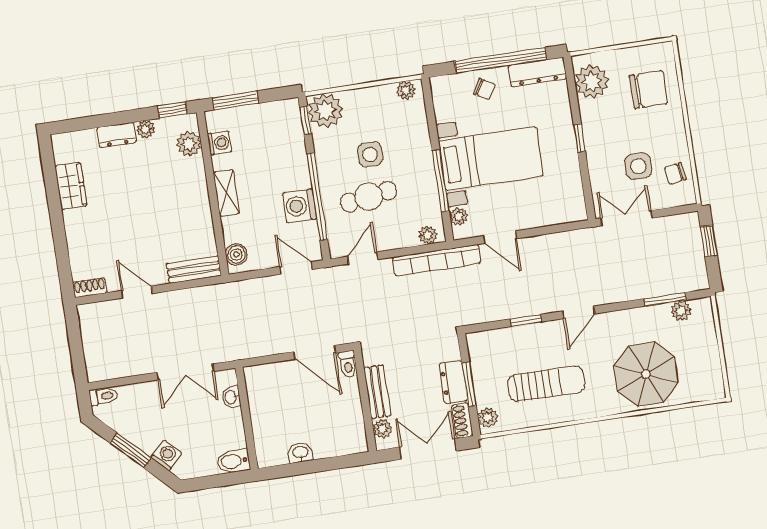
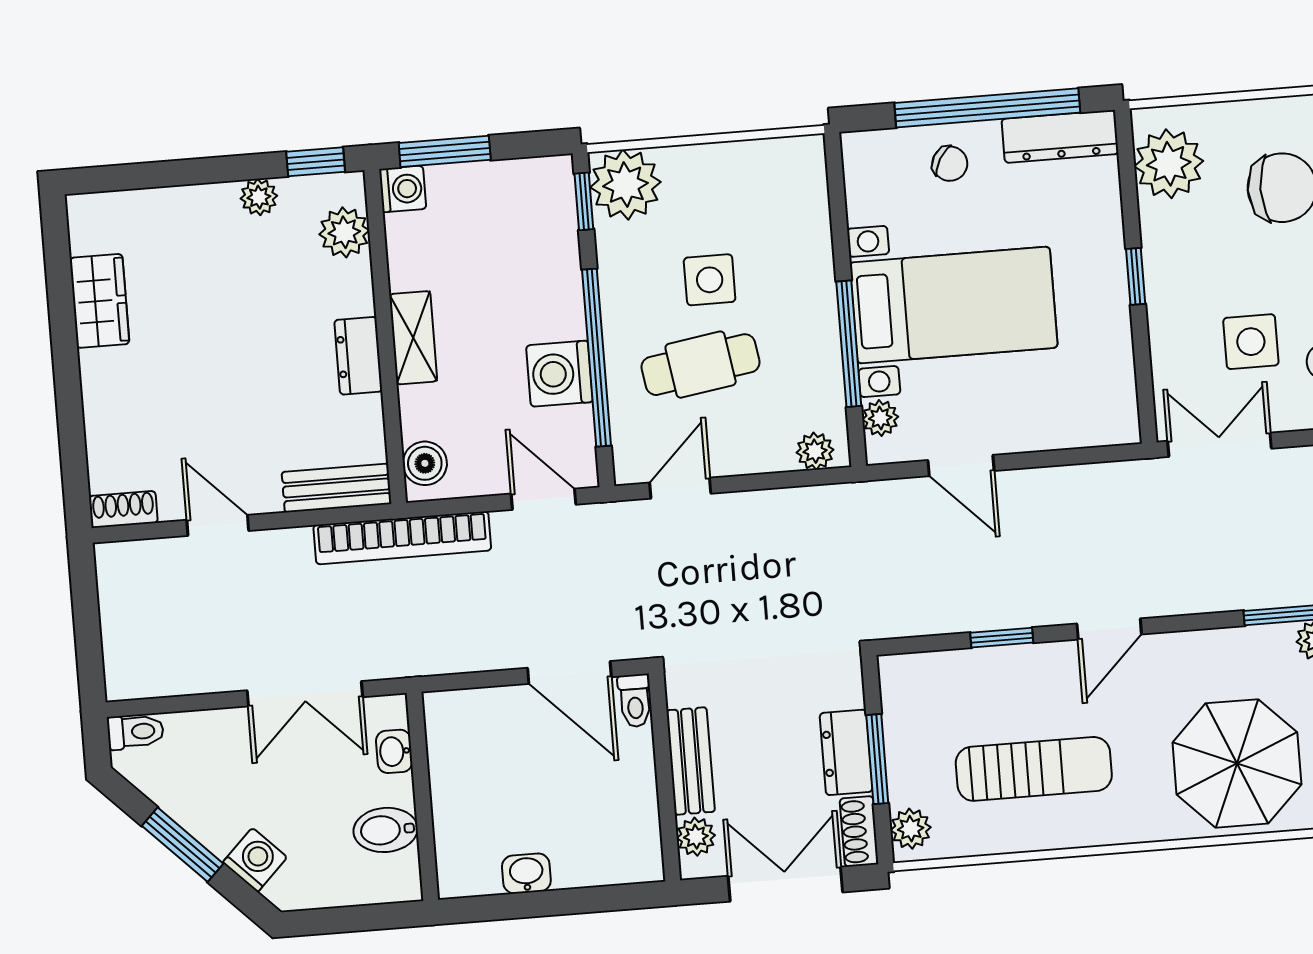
plant: (406, 90) -> (791, 155), removed
dresser: (117, 135) -> (358, 356), moved, turned 90
washing machine: (219, 143) -> (403, 189), moved
bookcase: (437, 260) -> (402, 538), moved
bidet: (233, 461) -> (386, 830), moved

